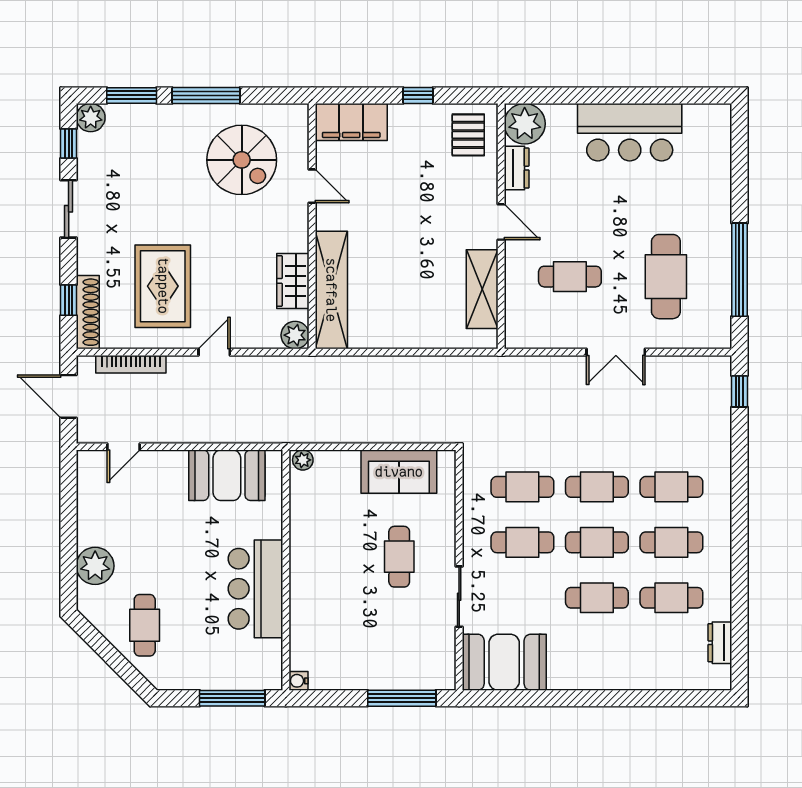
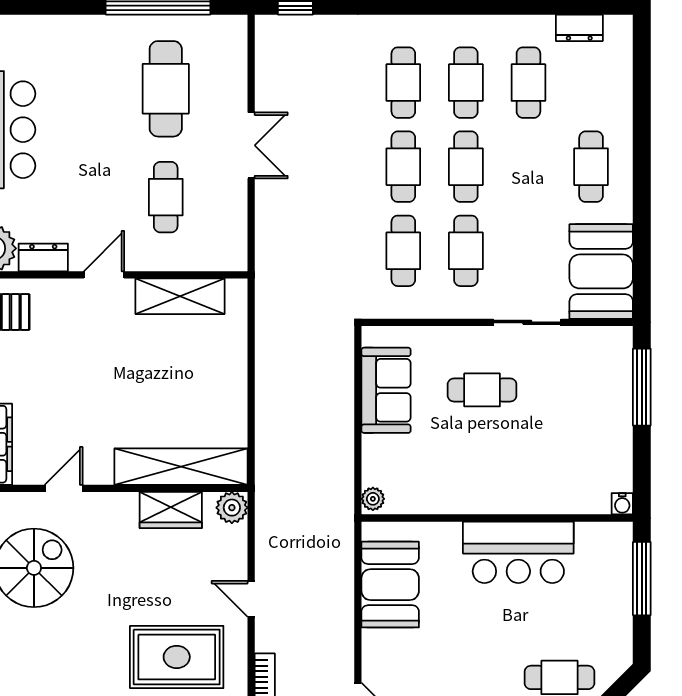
cafe table: (666, 277) -> (166, 89), turned 90
cafe table: (597, 598) -> (591, 167), moved

